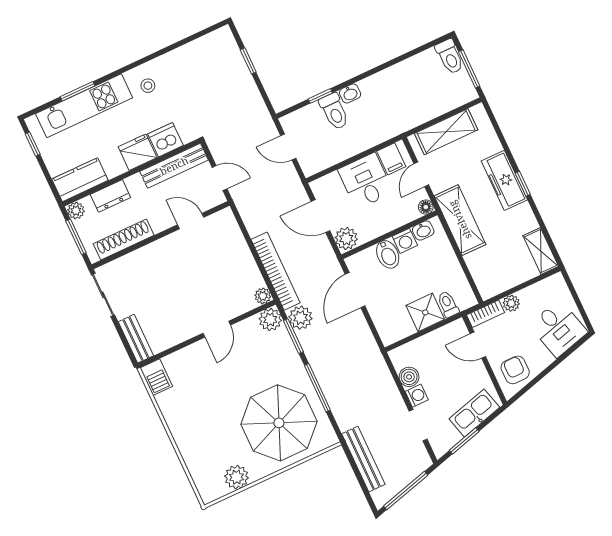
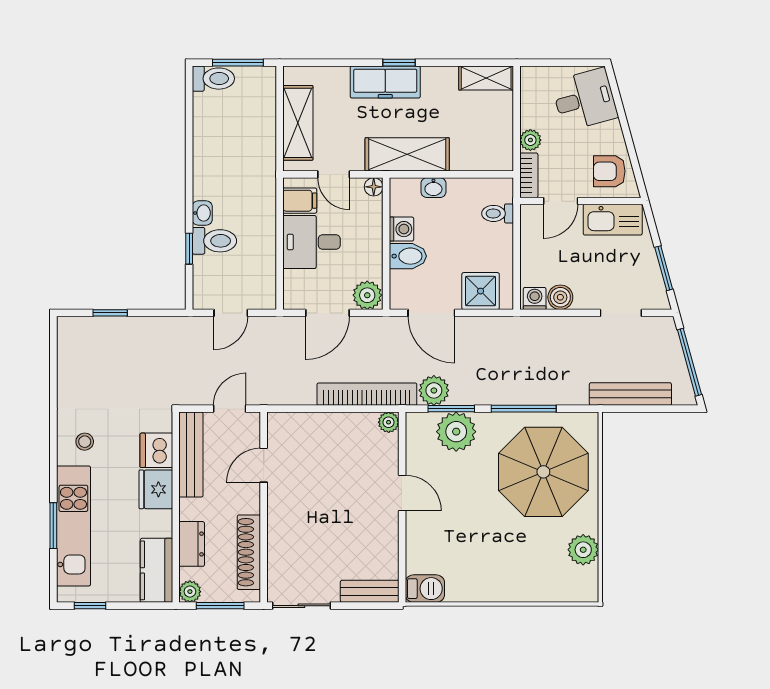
washbasin: (423, 230) -> (433, 188), moved, turned 90
shower: (425, 312) -> (481, 291), moved
plant: (270, 320) -> (456, 432), moved, width x1.36, depth x1.36
washing machine: (417, 396) -> (535, 298), moved
kitchen sink: (474, 413) -> (613, 220), moved, turned -75

